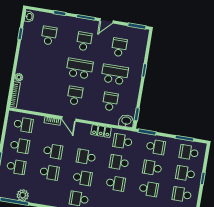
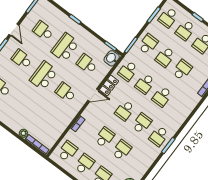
door: (69, 119) -> (93, 95), moved
school desk: (116, 183) -> (162, 97), turned 180

